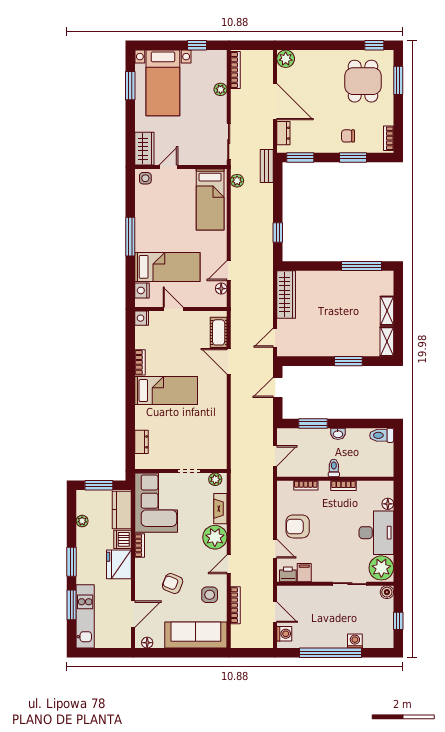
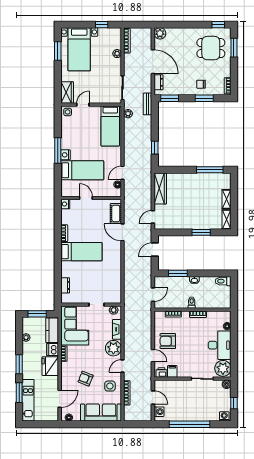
dining table: (363, 81) -> (211, 48), turned 90
nightstand: (142, 290) -> (65, 155), moved
washing machine: (355, 641) -> (224, 416), moved

